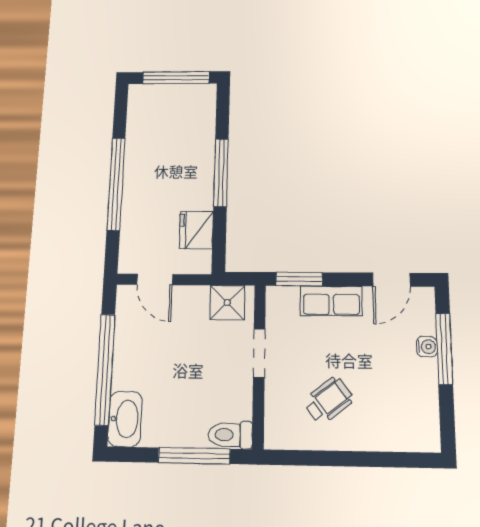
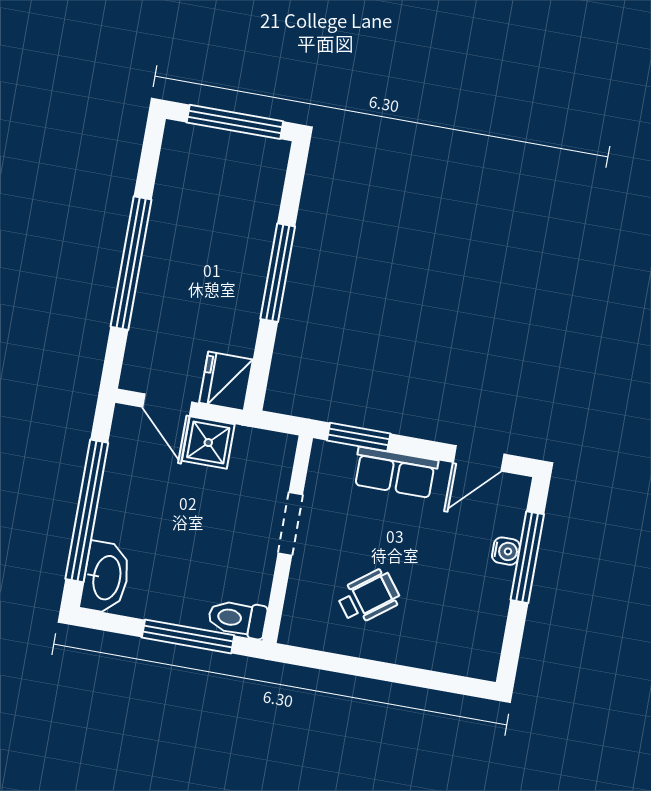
fridge: (196, 230) -> (226, 381), moved
shower: (227, 303) -> (208, 443), moved

